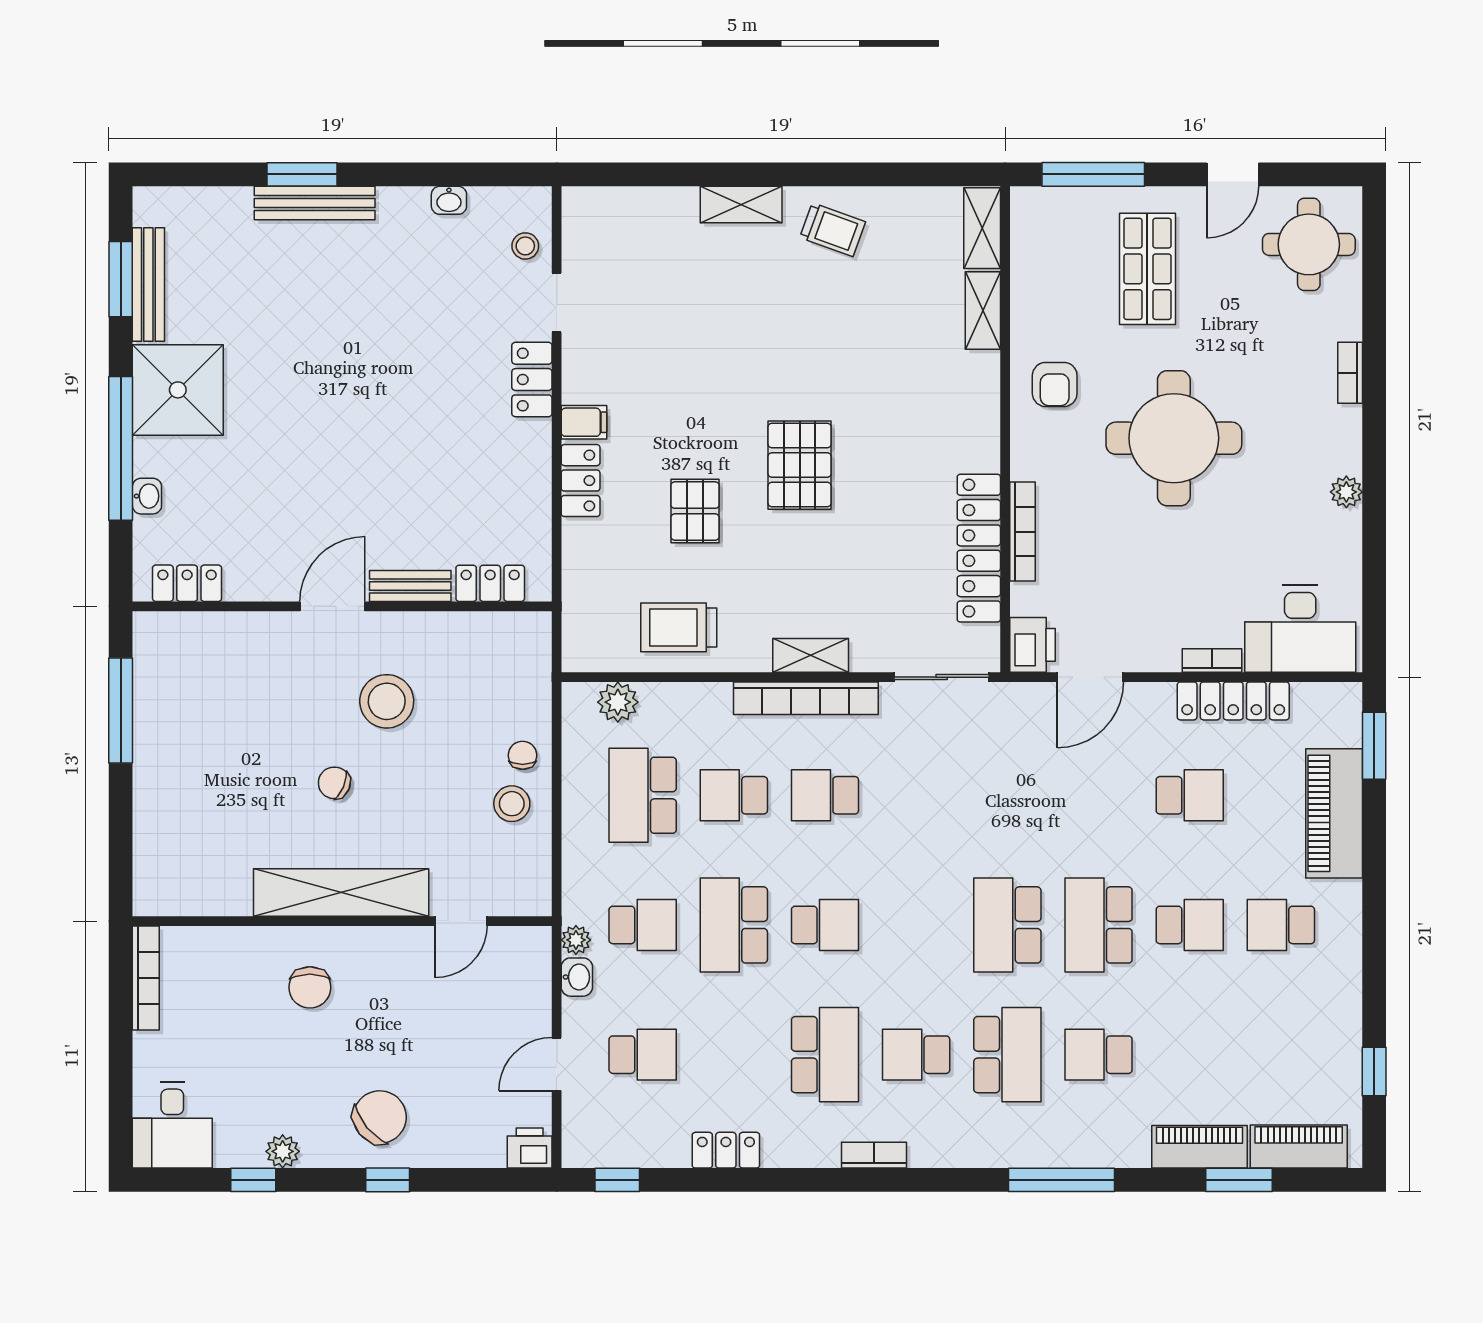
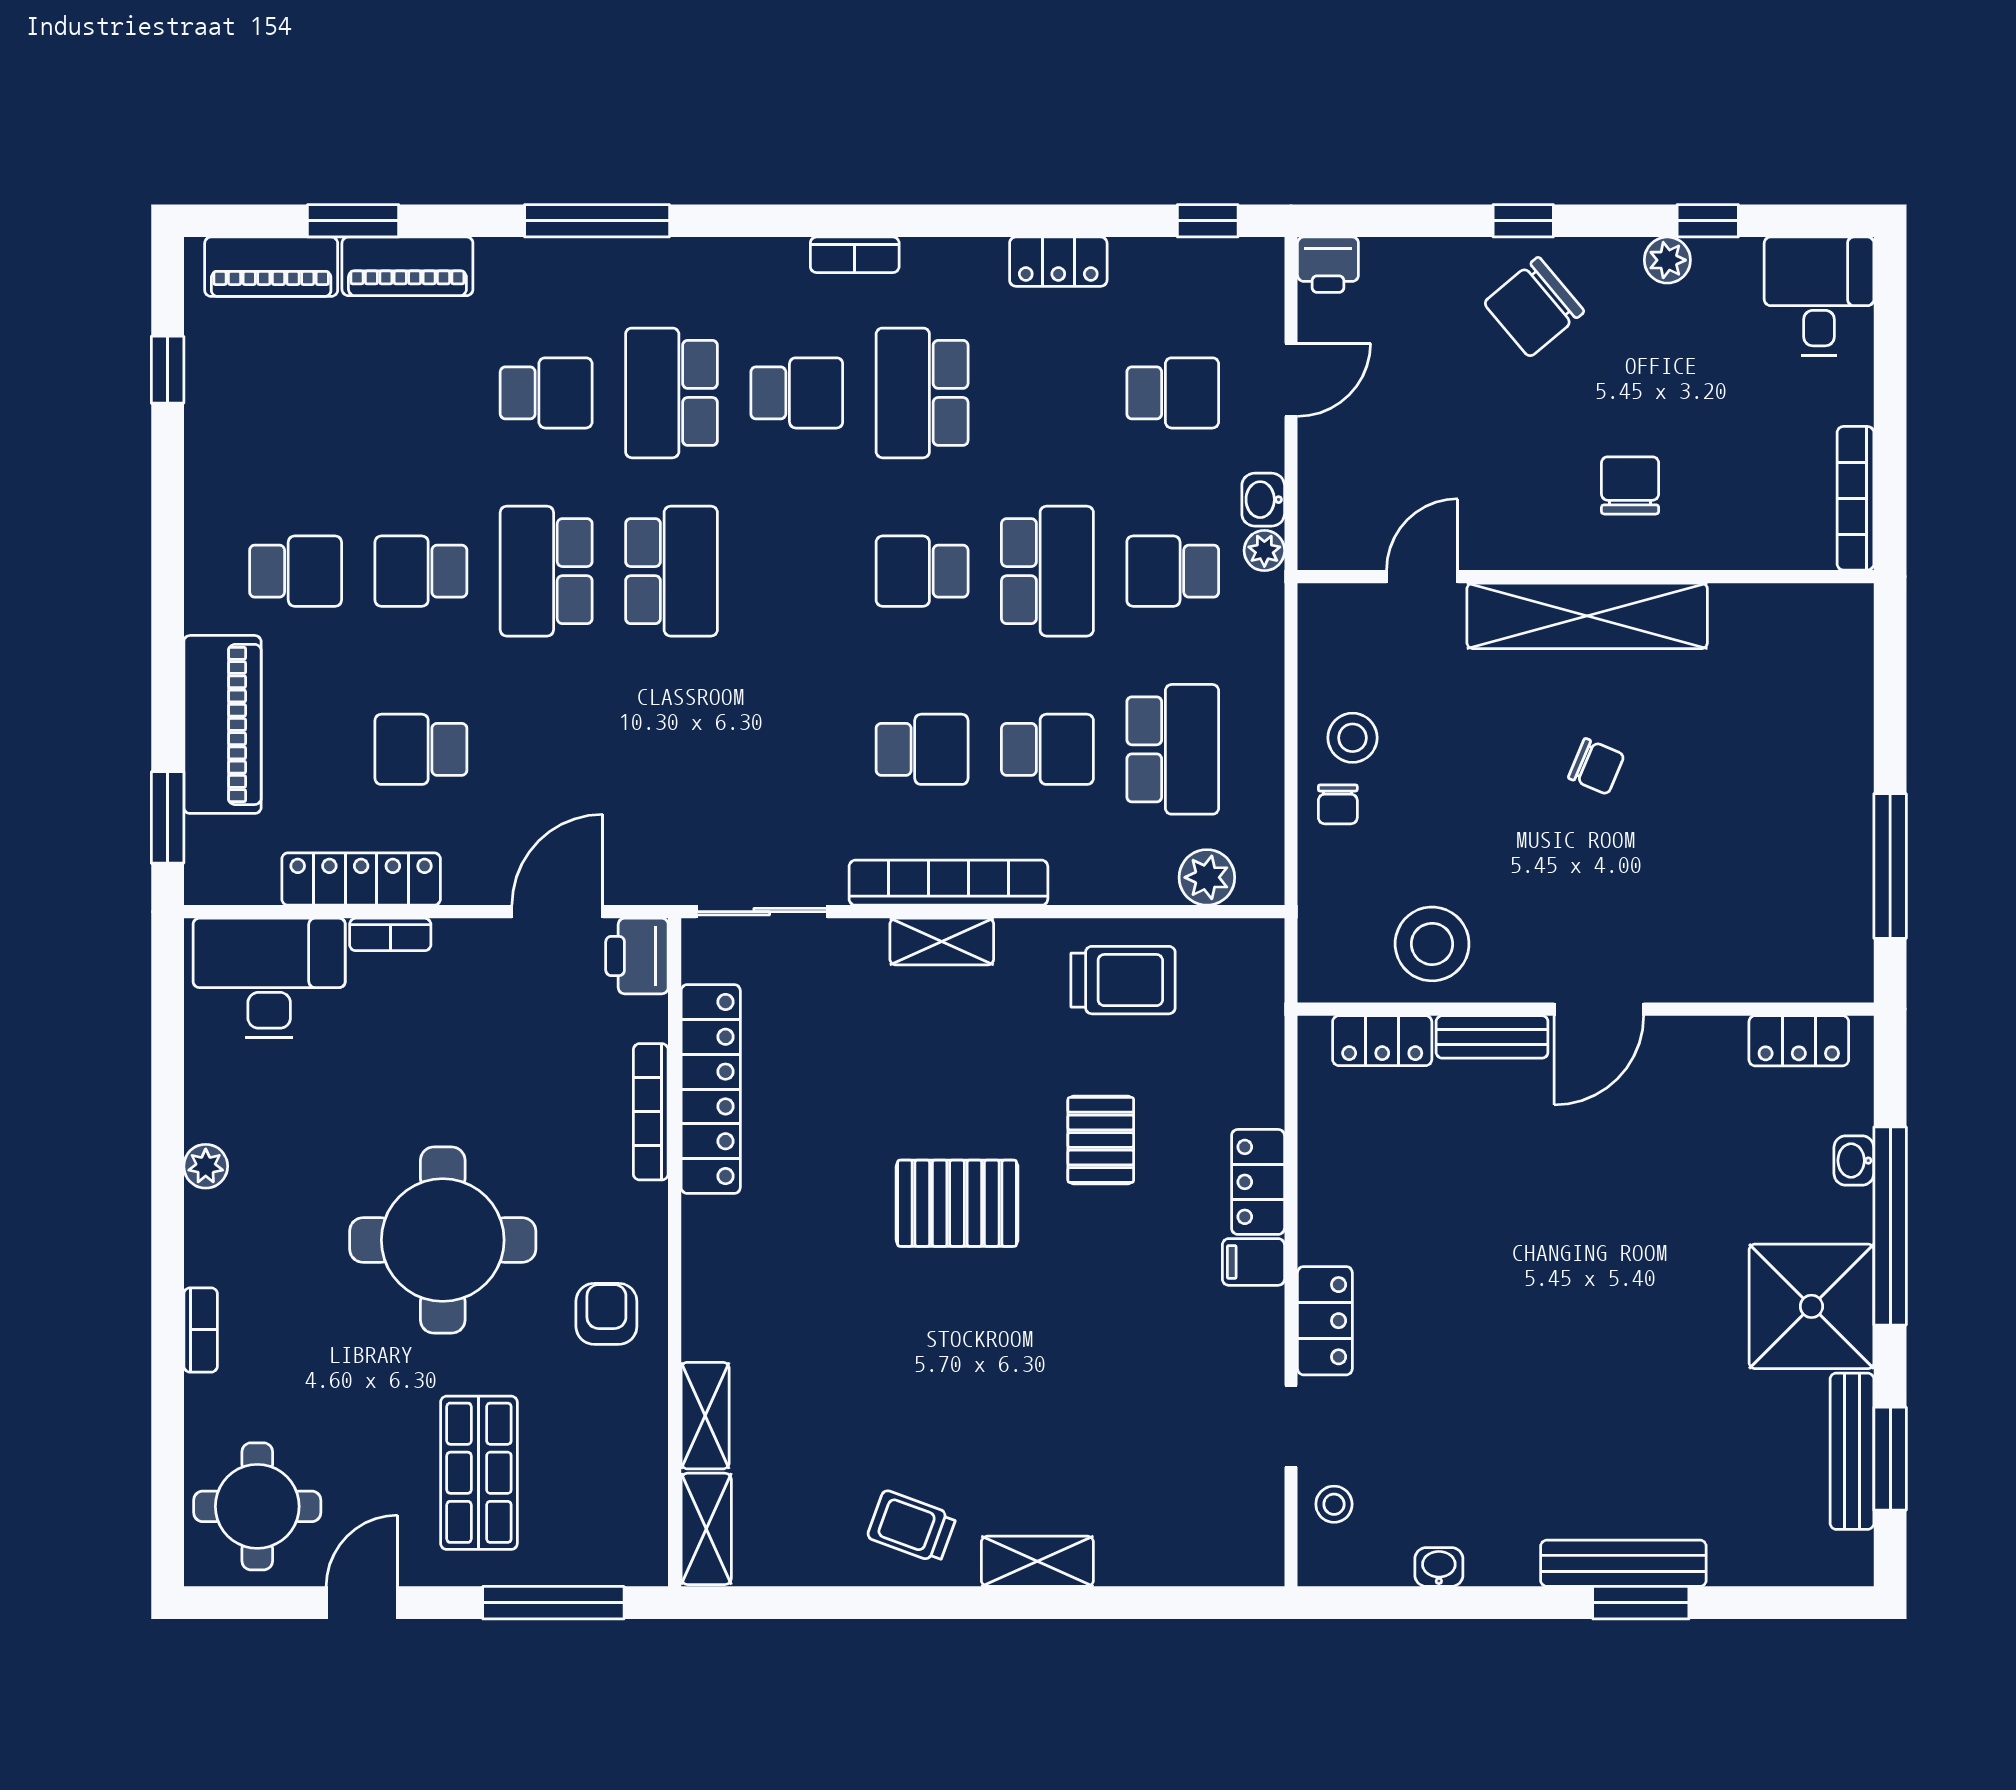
pallet: (800, 465) -> (957, 1203), turned 90
stool: (387, 701) -> (1432, 944), moved
school desk: (1099, 925) -> (546, 571), turned 180
school desk: (643, 1055) -> (1173, 393), turned 180

